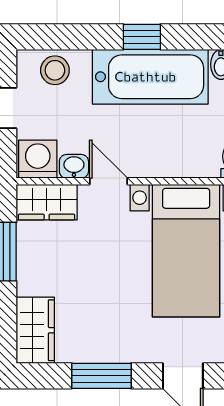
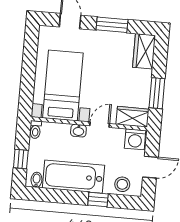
window: (142, 37) -> (98, 199), moved
washbasin: (74, 166) -> (78, 131), moved
door: (108, 181) -> (100, 125), swing flipped

